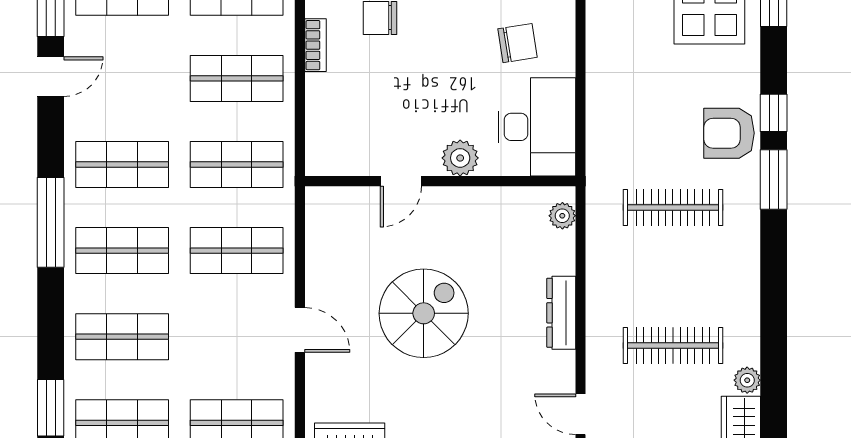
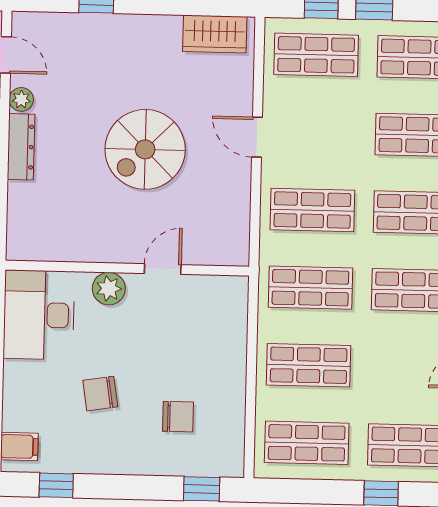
chair: (518, 43) -> (100, 394), moved
bookcase: (315, 45) -> (237, 394), removed
plant: (562, 216) -> (21, 99), moved

